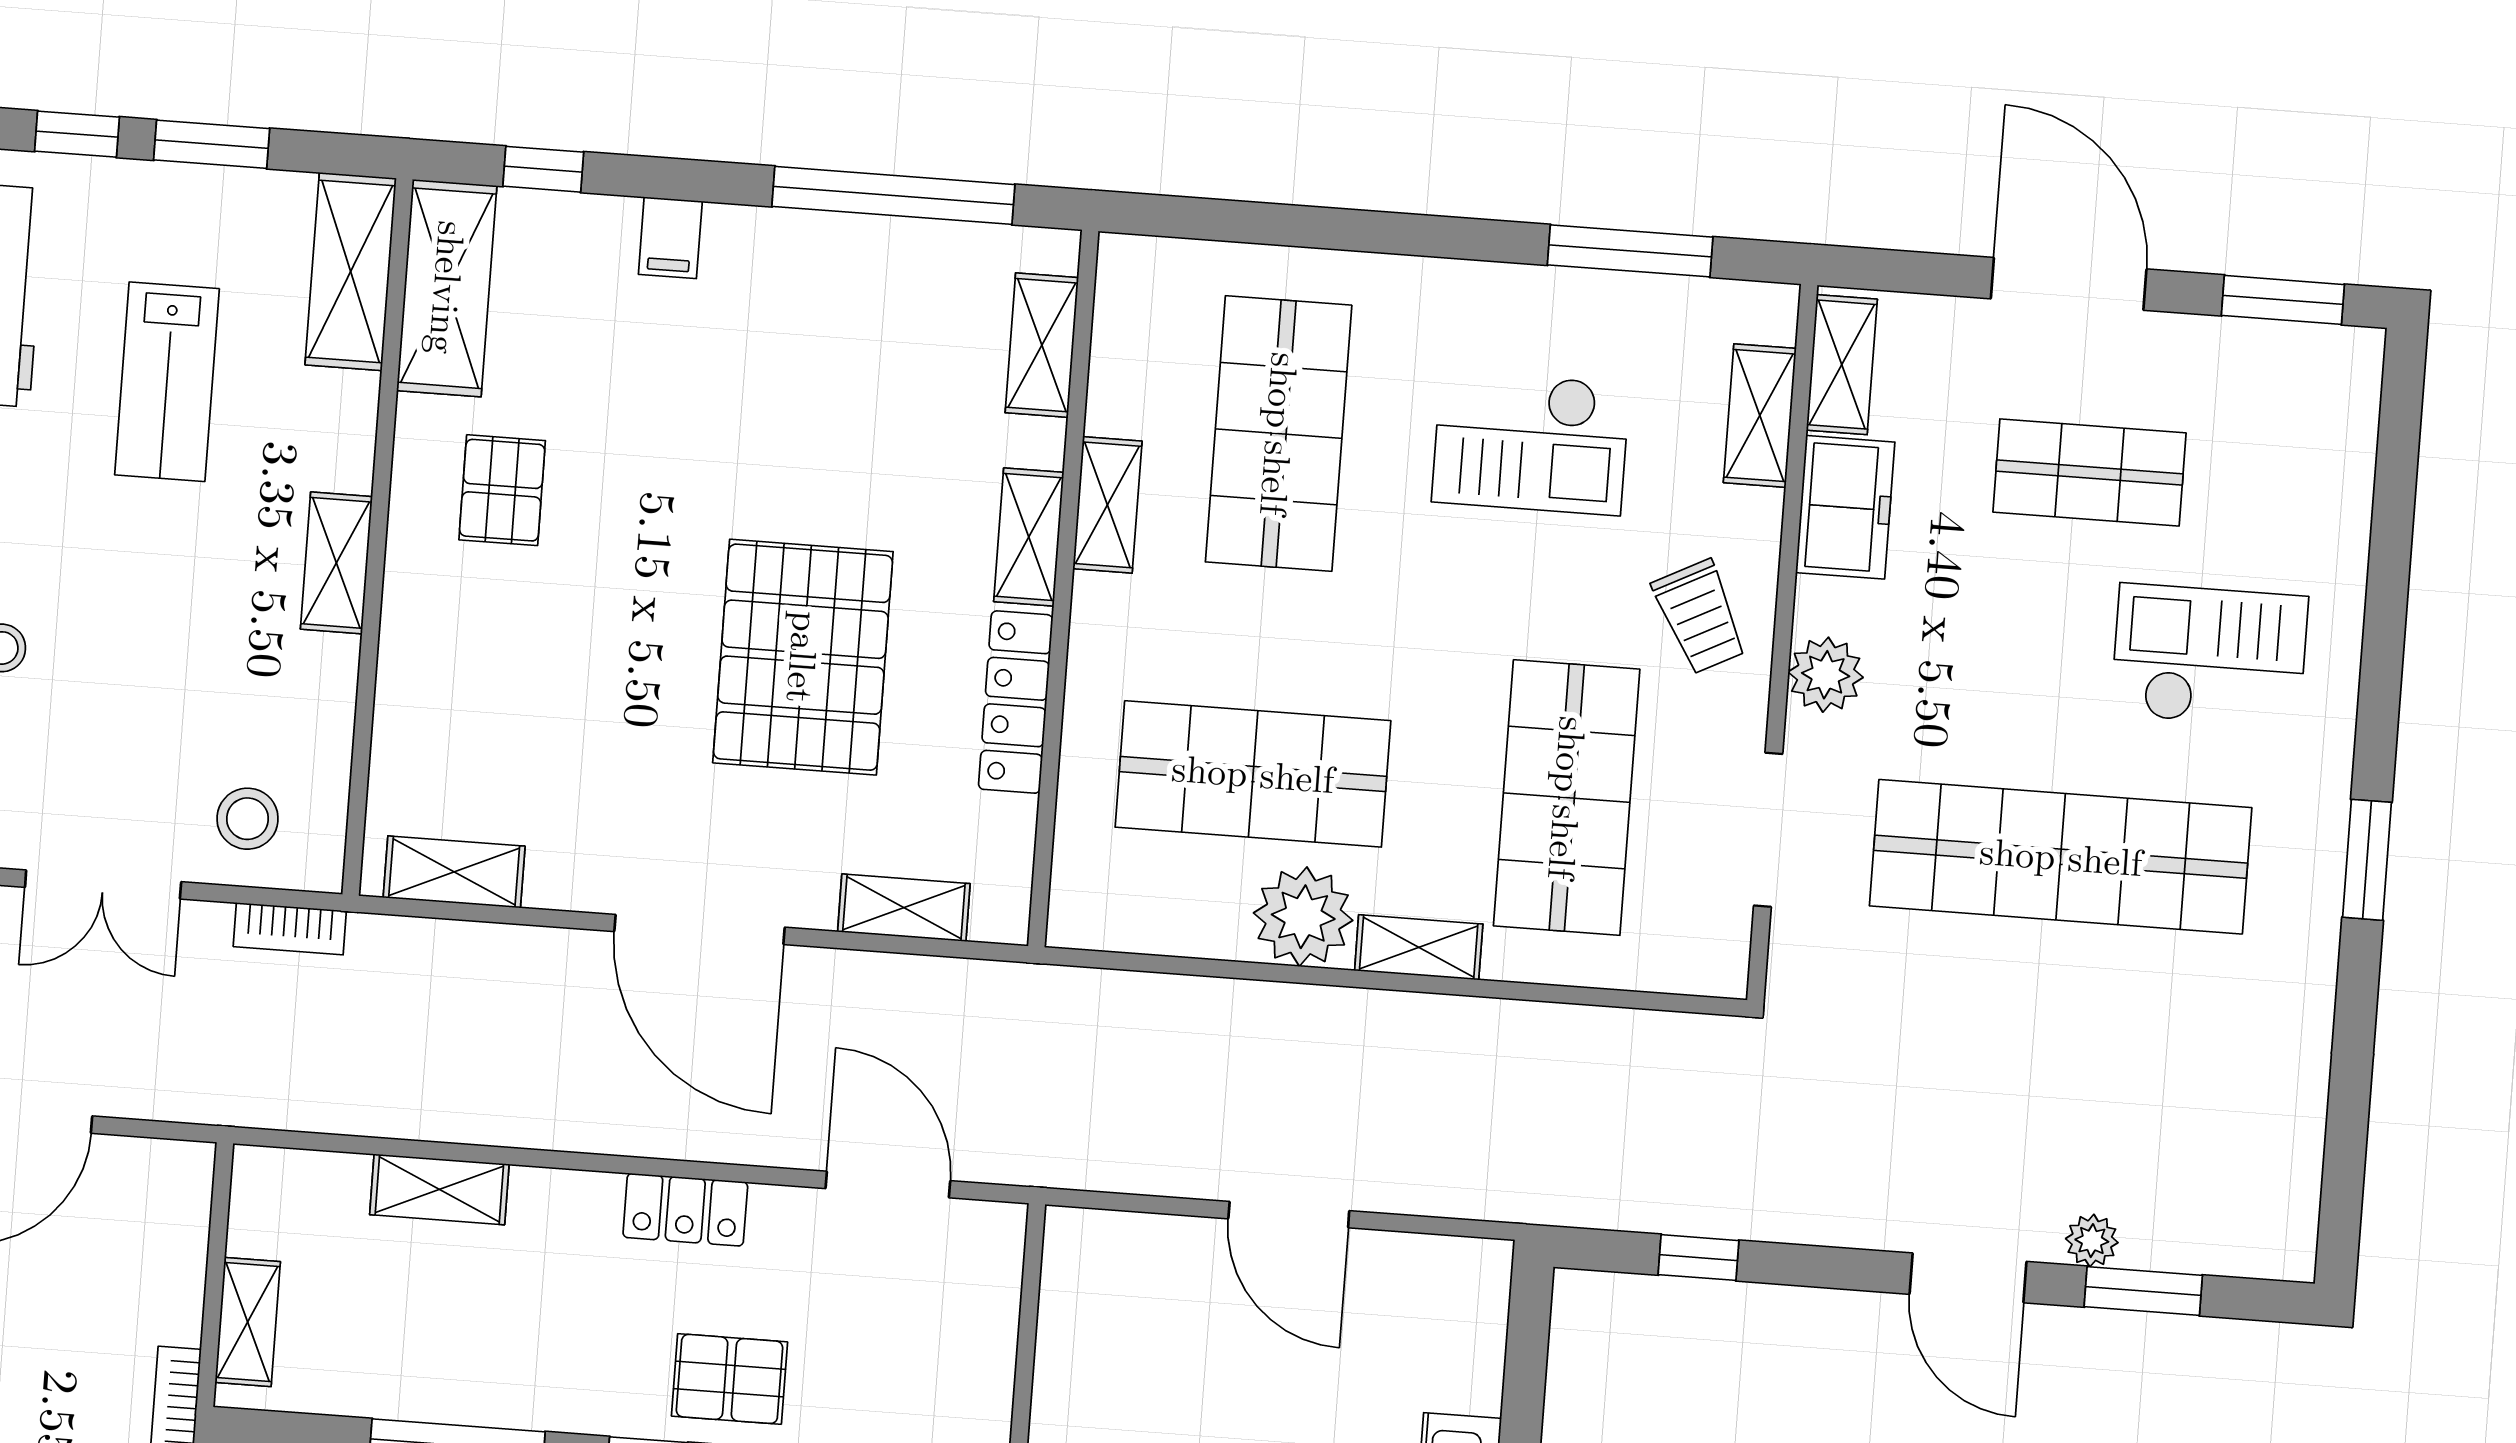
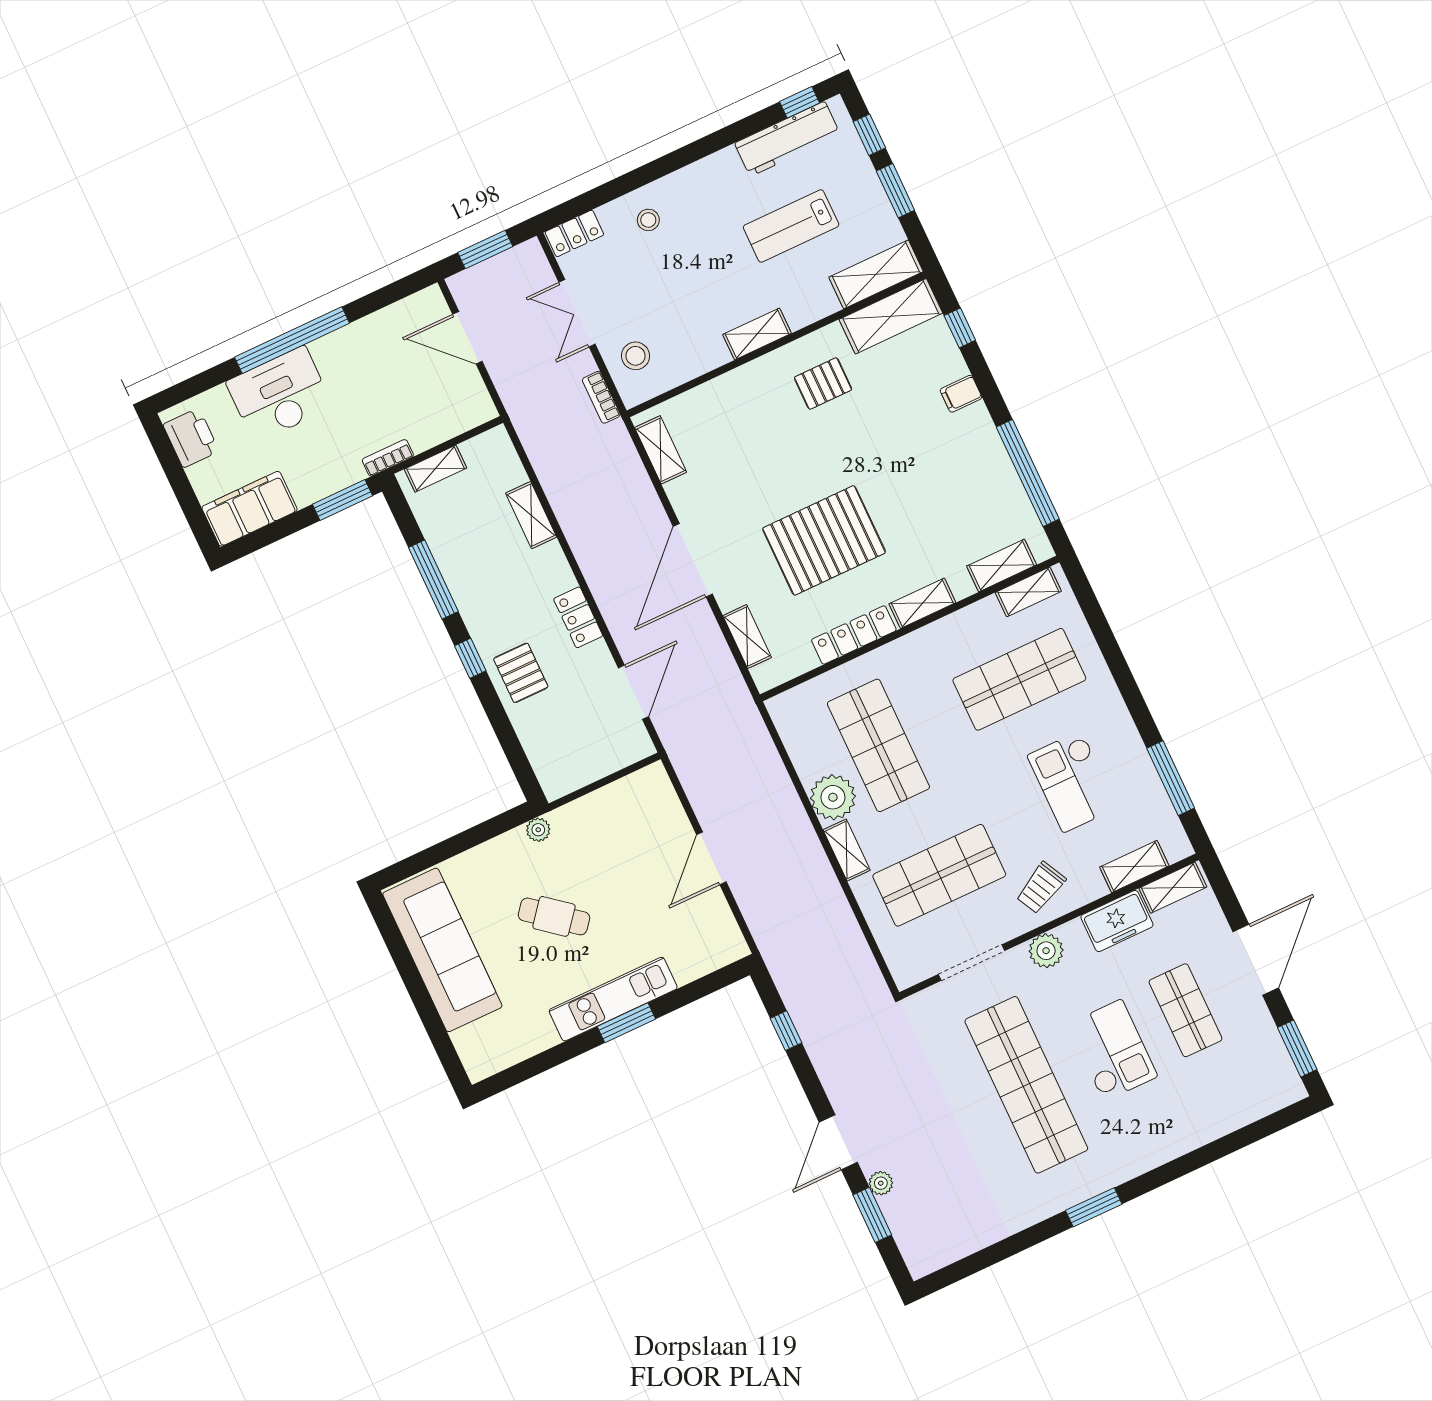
shelving: (1107, 505) -> (1028, 592), moved
checkout: (2209, 656) -> (1112, 1050), moved

